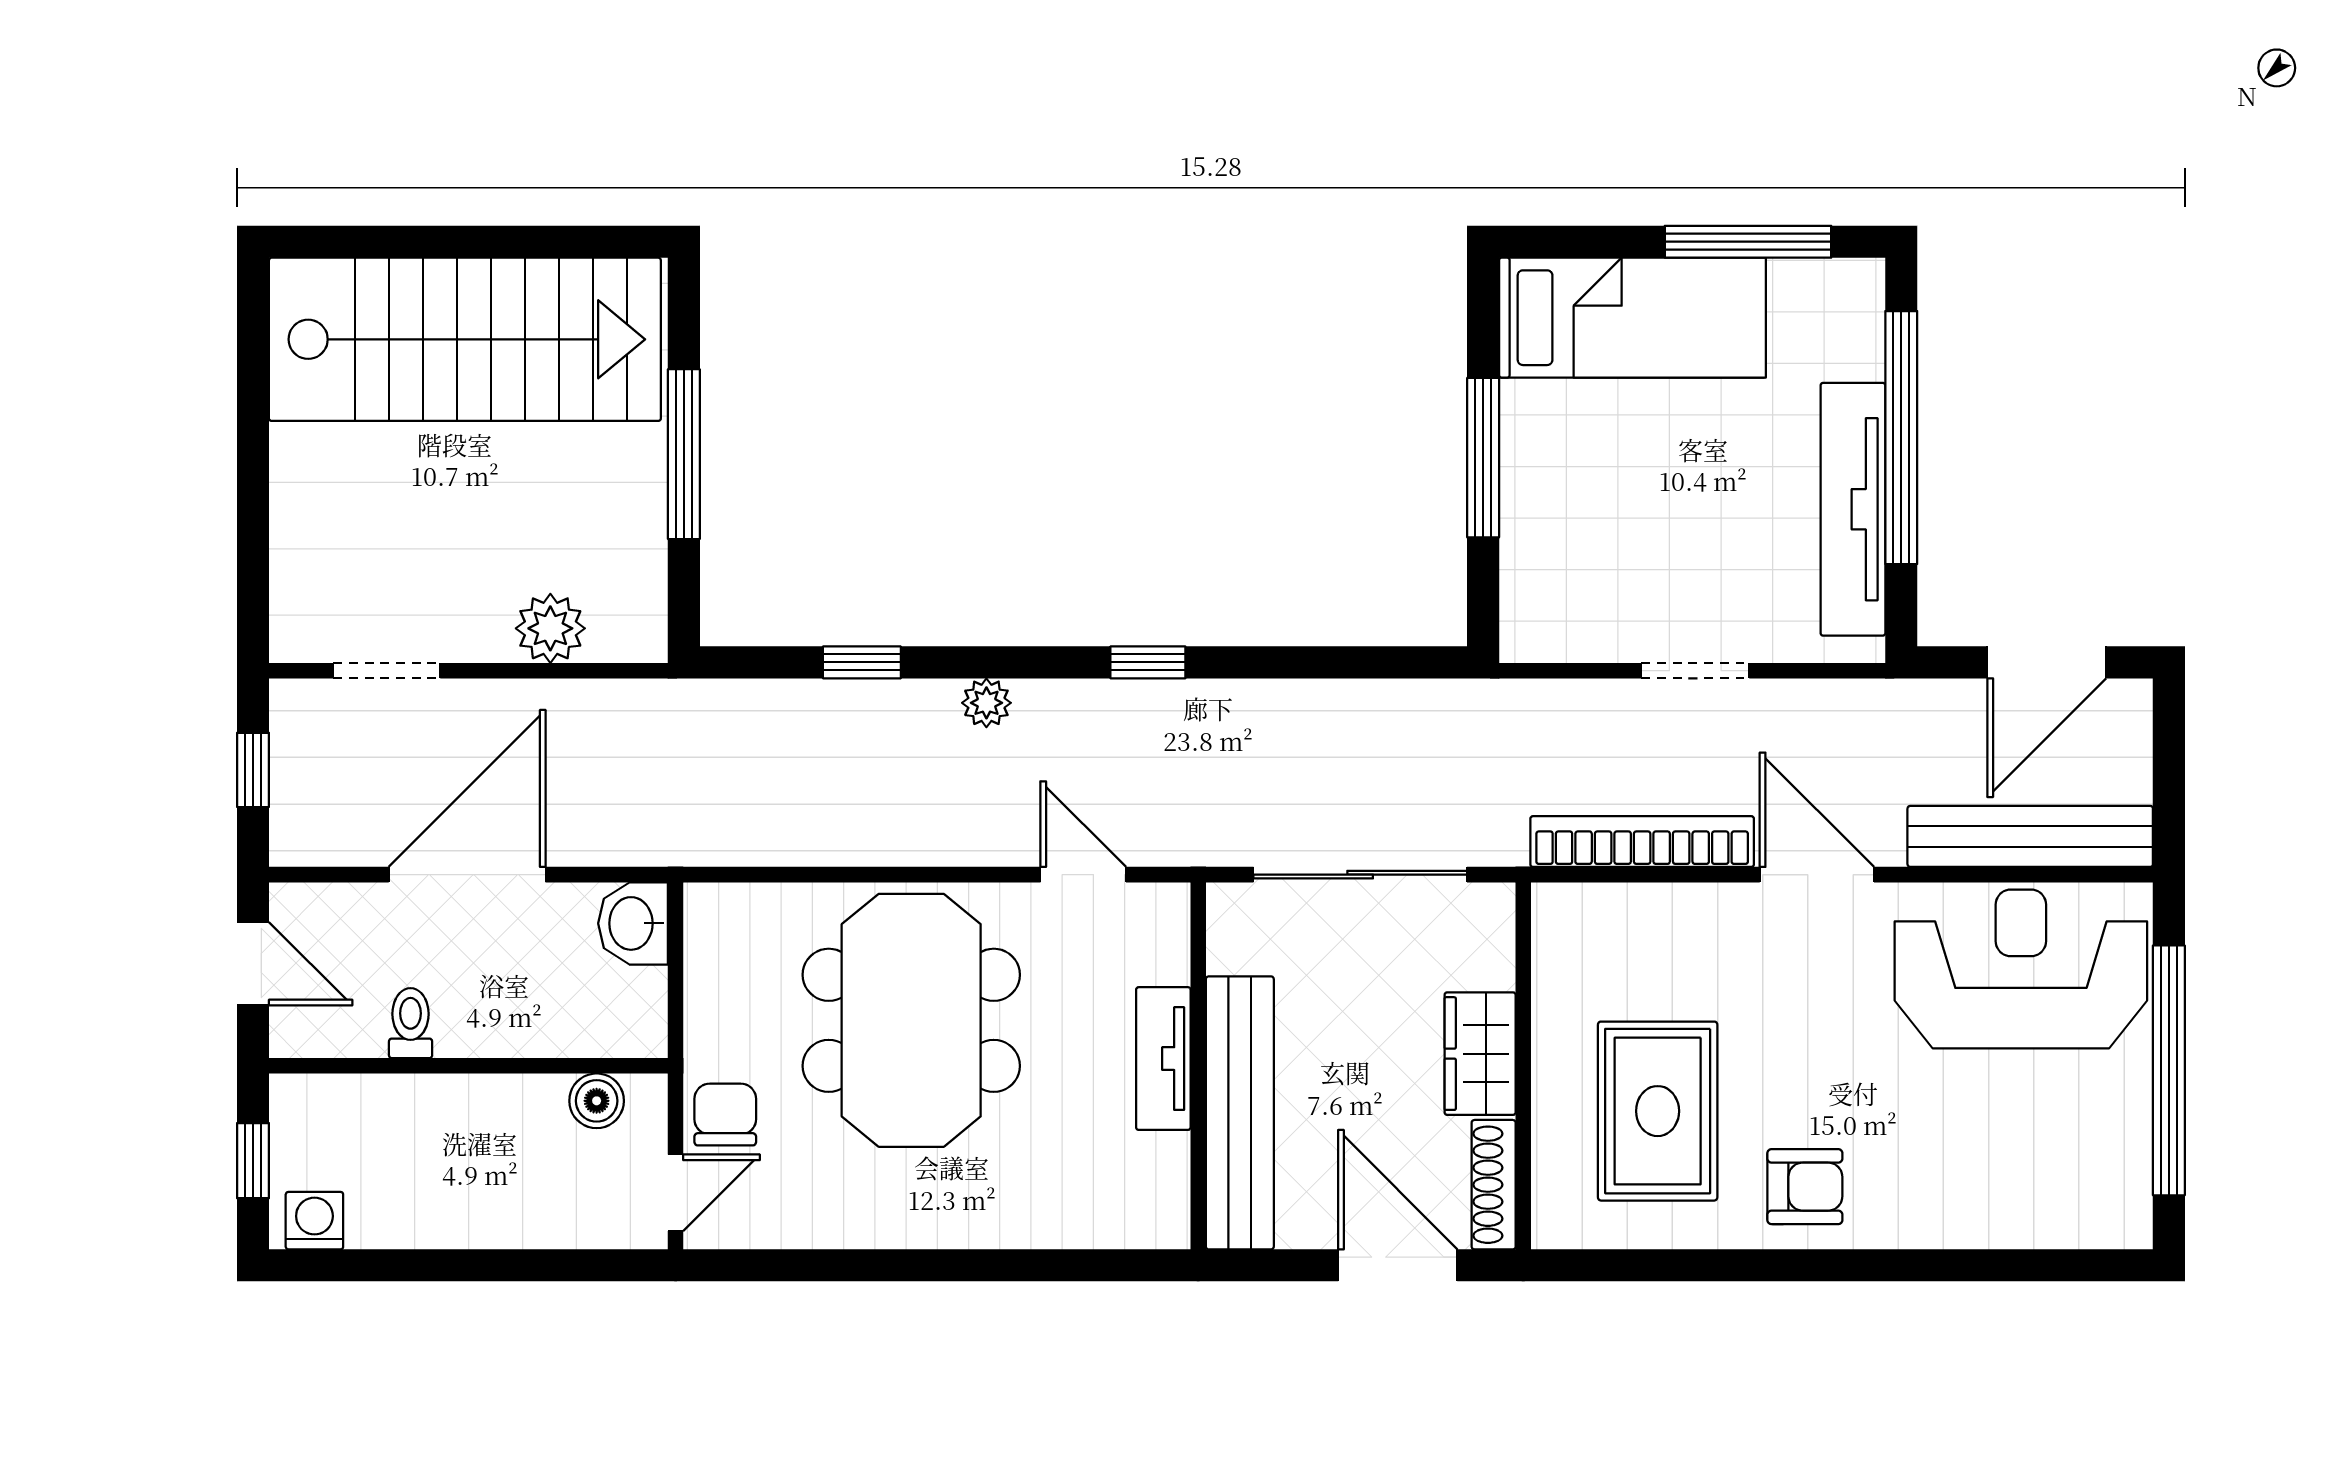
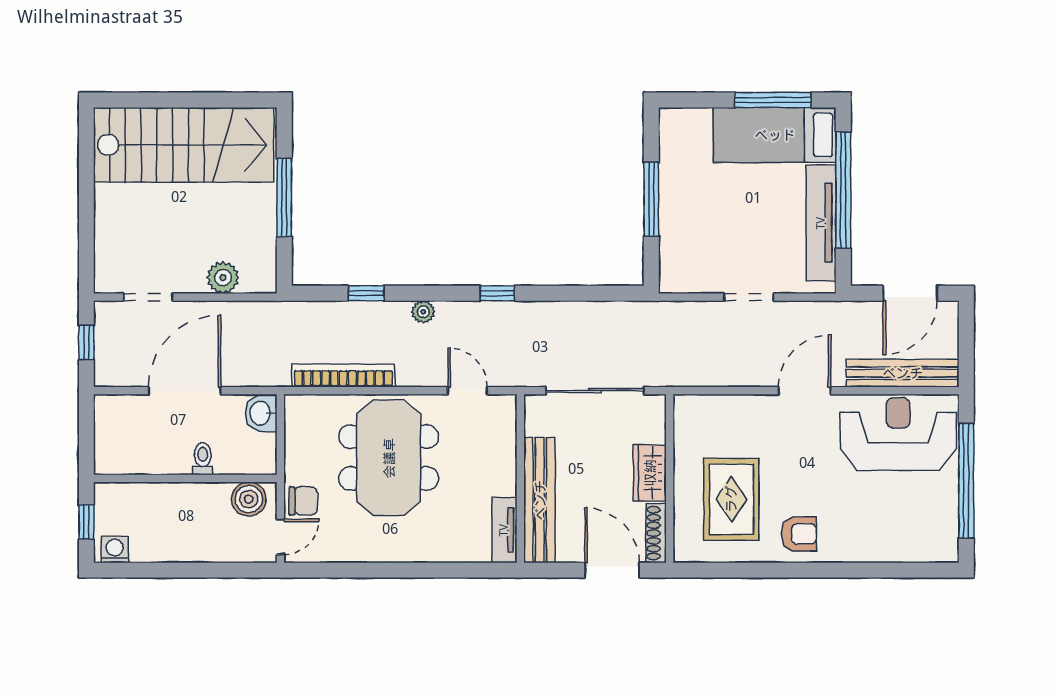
bed: (1632, 318) -> (775, 135), moved, turned 180
bookcase: (1642, 842) -> (343, 376), moved
door: (1817, 875) -> (805, 391), hinge flipped
door: (253, 964) -> (86, 432), removed
toilet: (411, 1023) -> (203, 459), moved
tv unit: (1163, 1059) -> (504, 530), moved
boiler: (597, 1101) -> (249, 499), width x1.36, depth x1.36
chair: (725, 1115) -> (303, 501), turned 90

